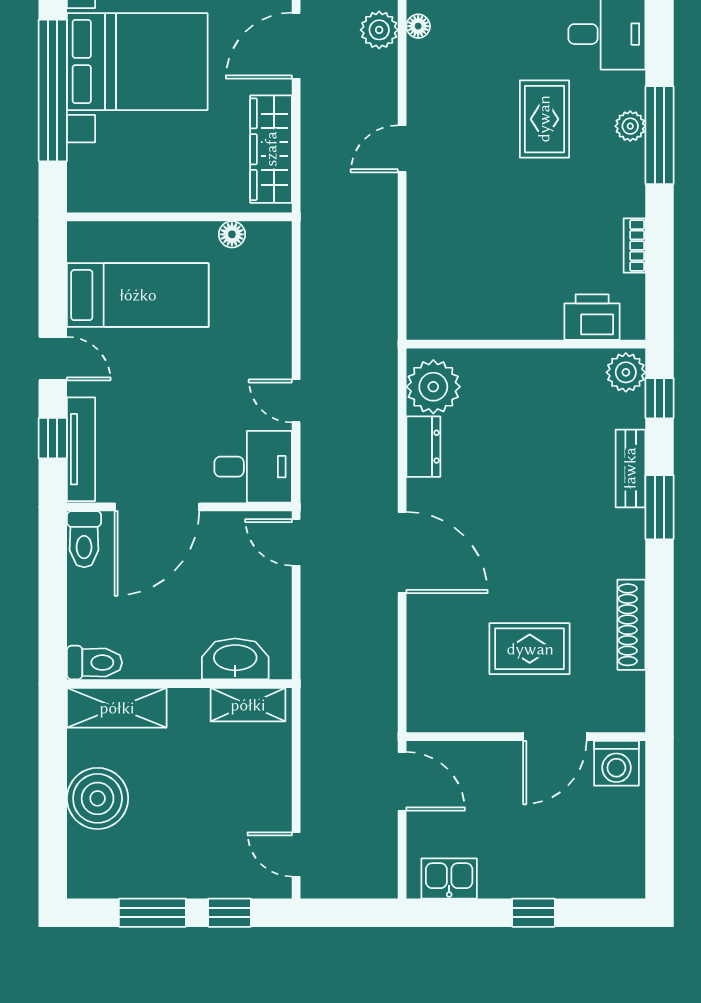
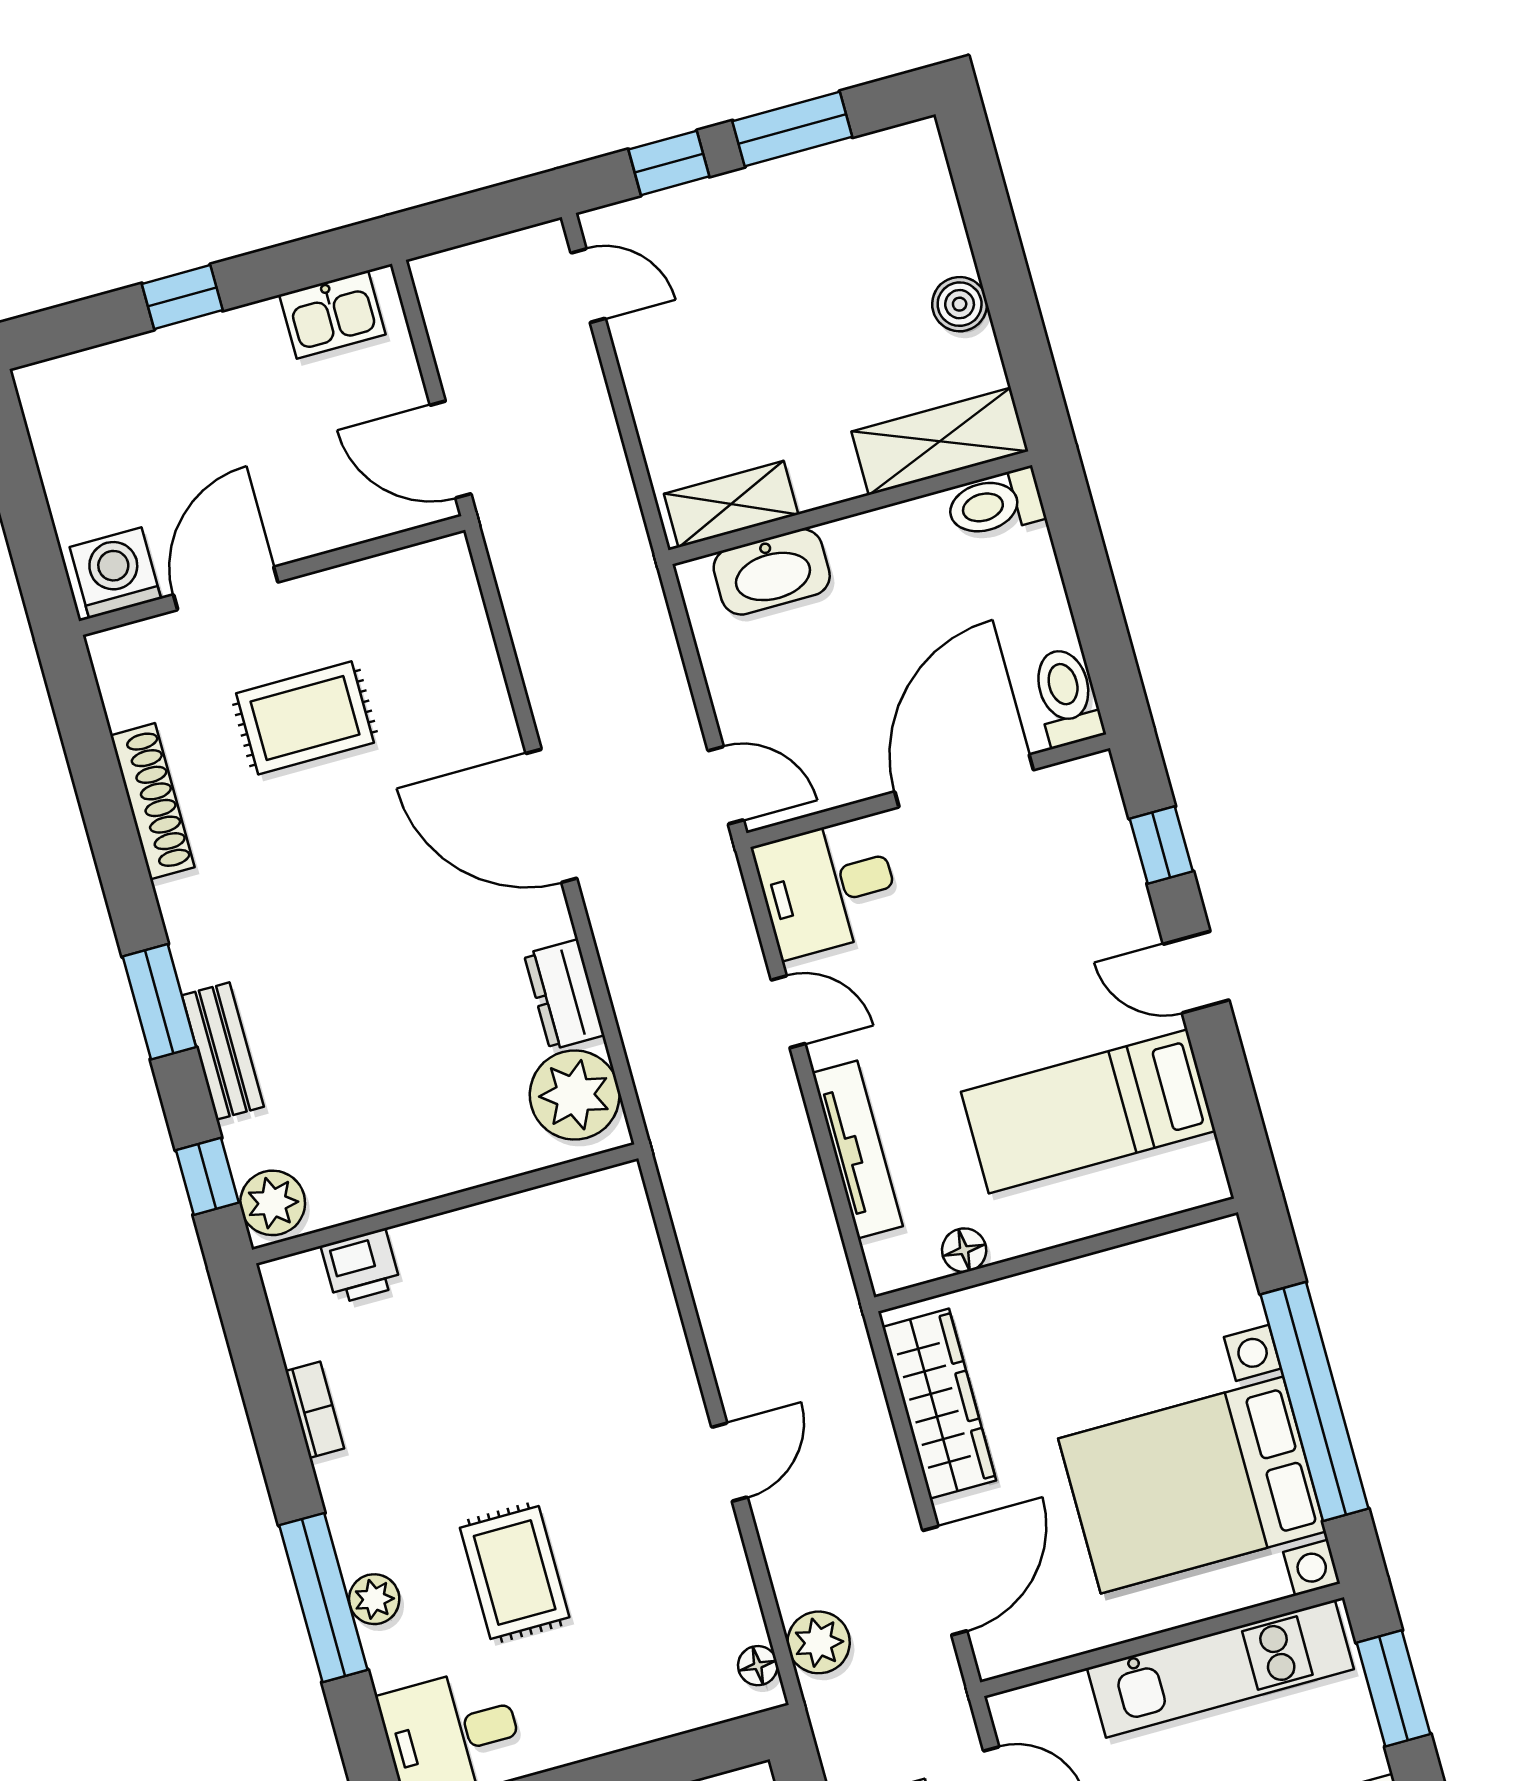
printer: (592, 317) -> (361, 1266), width x0.73, depth x0.81
tv unit: (81, 449) -> (858, 1149), moved, turned 180
boiler: (98, 798) -> (960, 304), width x0.54, depth x0.54

